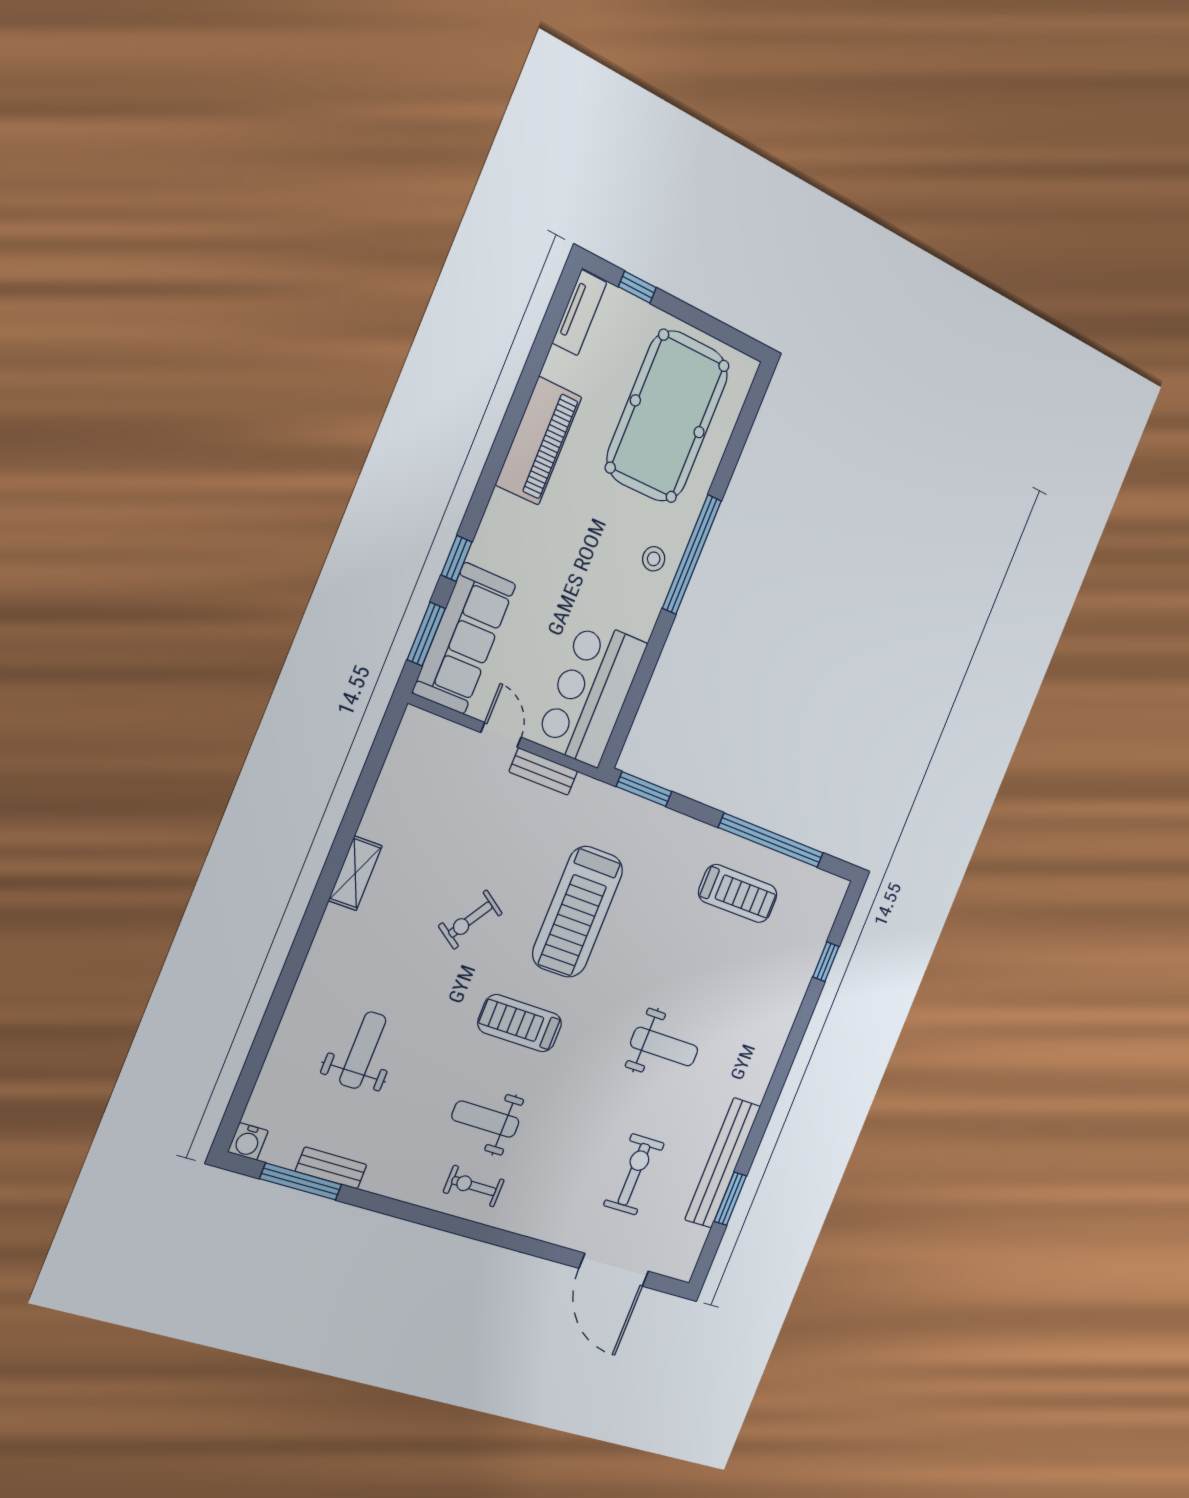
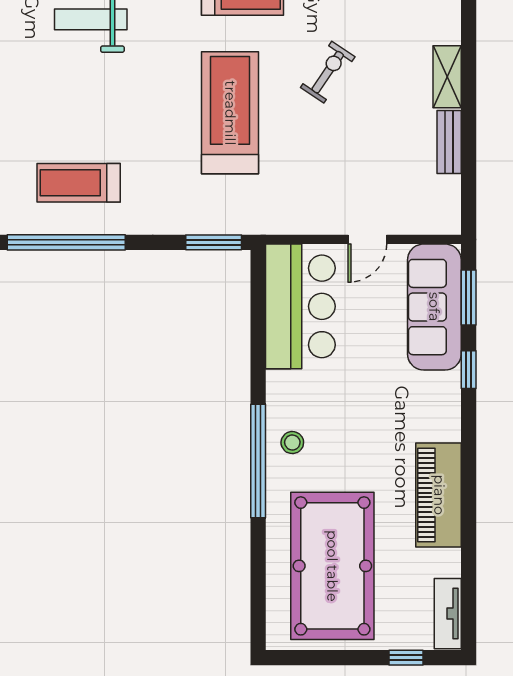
door: (501, 735) -> (367, 239), hinge flipped
bench: (543, 771) -> (449, 142), moved, turned 90

